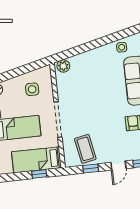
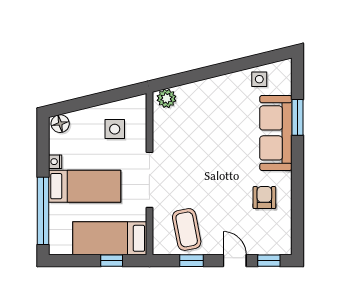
door: (118, 166) -> (235, 261), swing flipped

